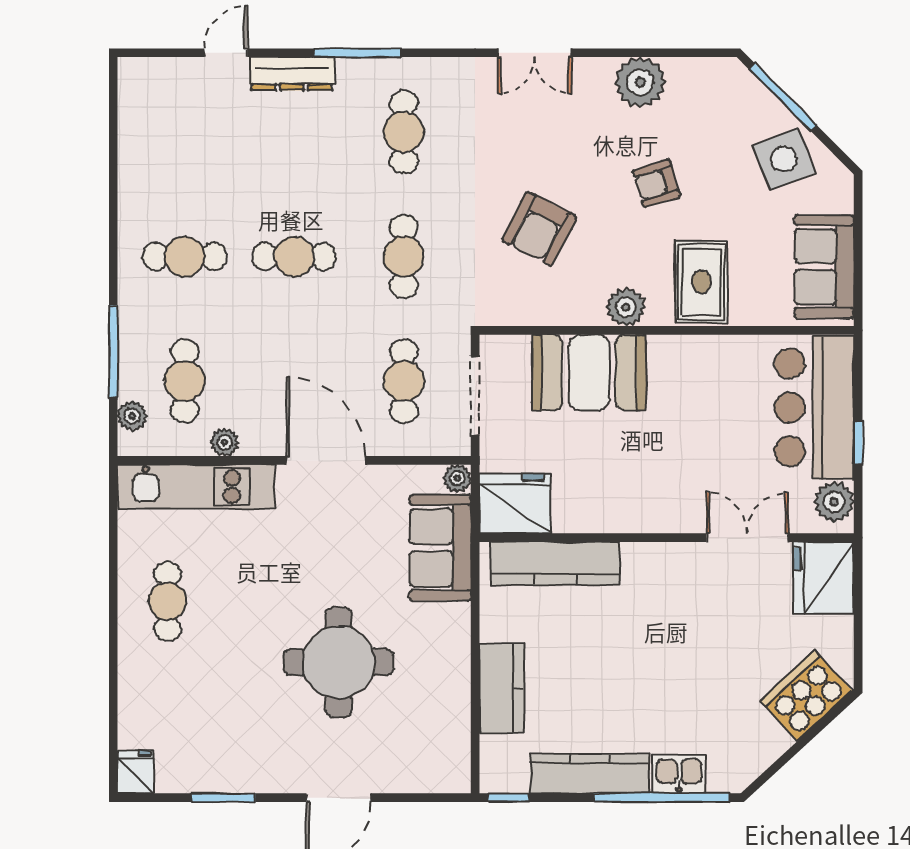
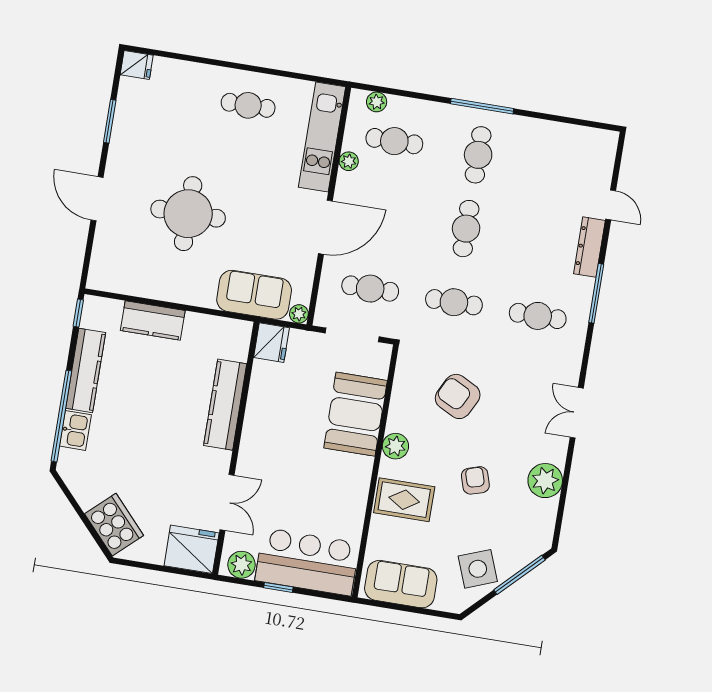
window: (113, 352) -> (482, 106), moved
fridge: (515, 503) -> (272, 343), width x0.73, depth x0.75
kitchen counter: (555, 563) -> (225, 405), moved

